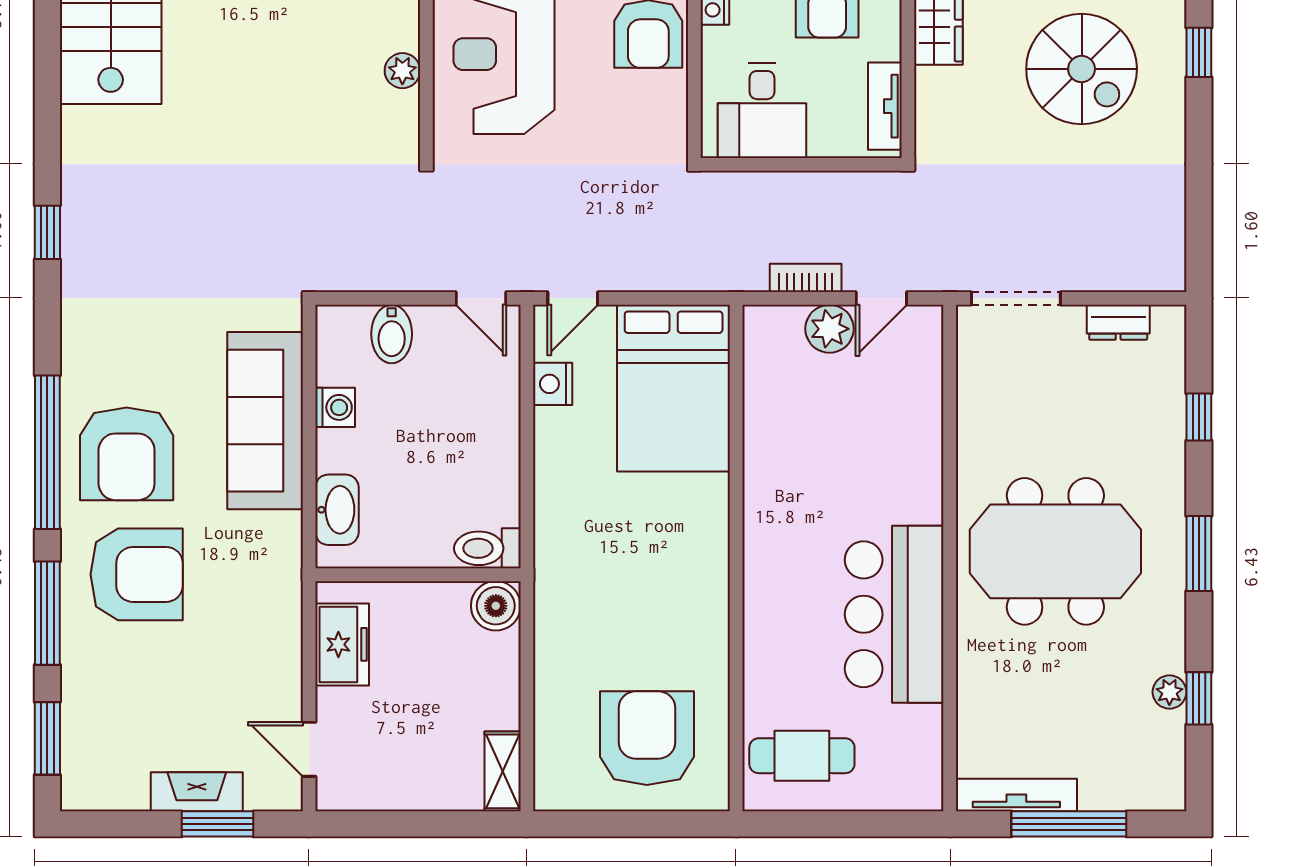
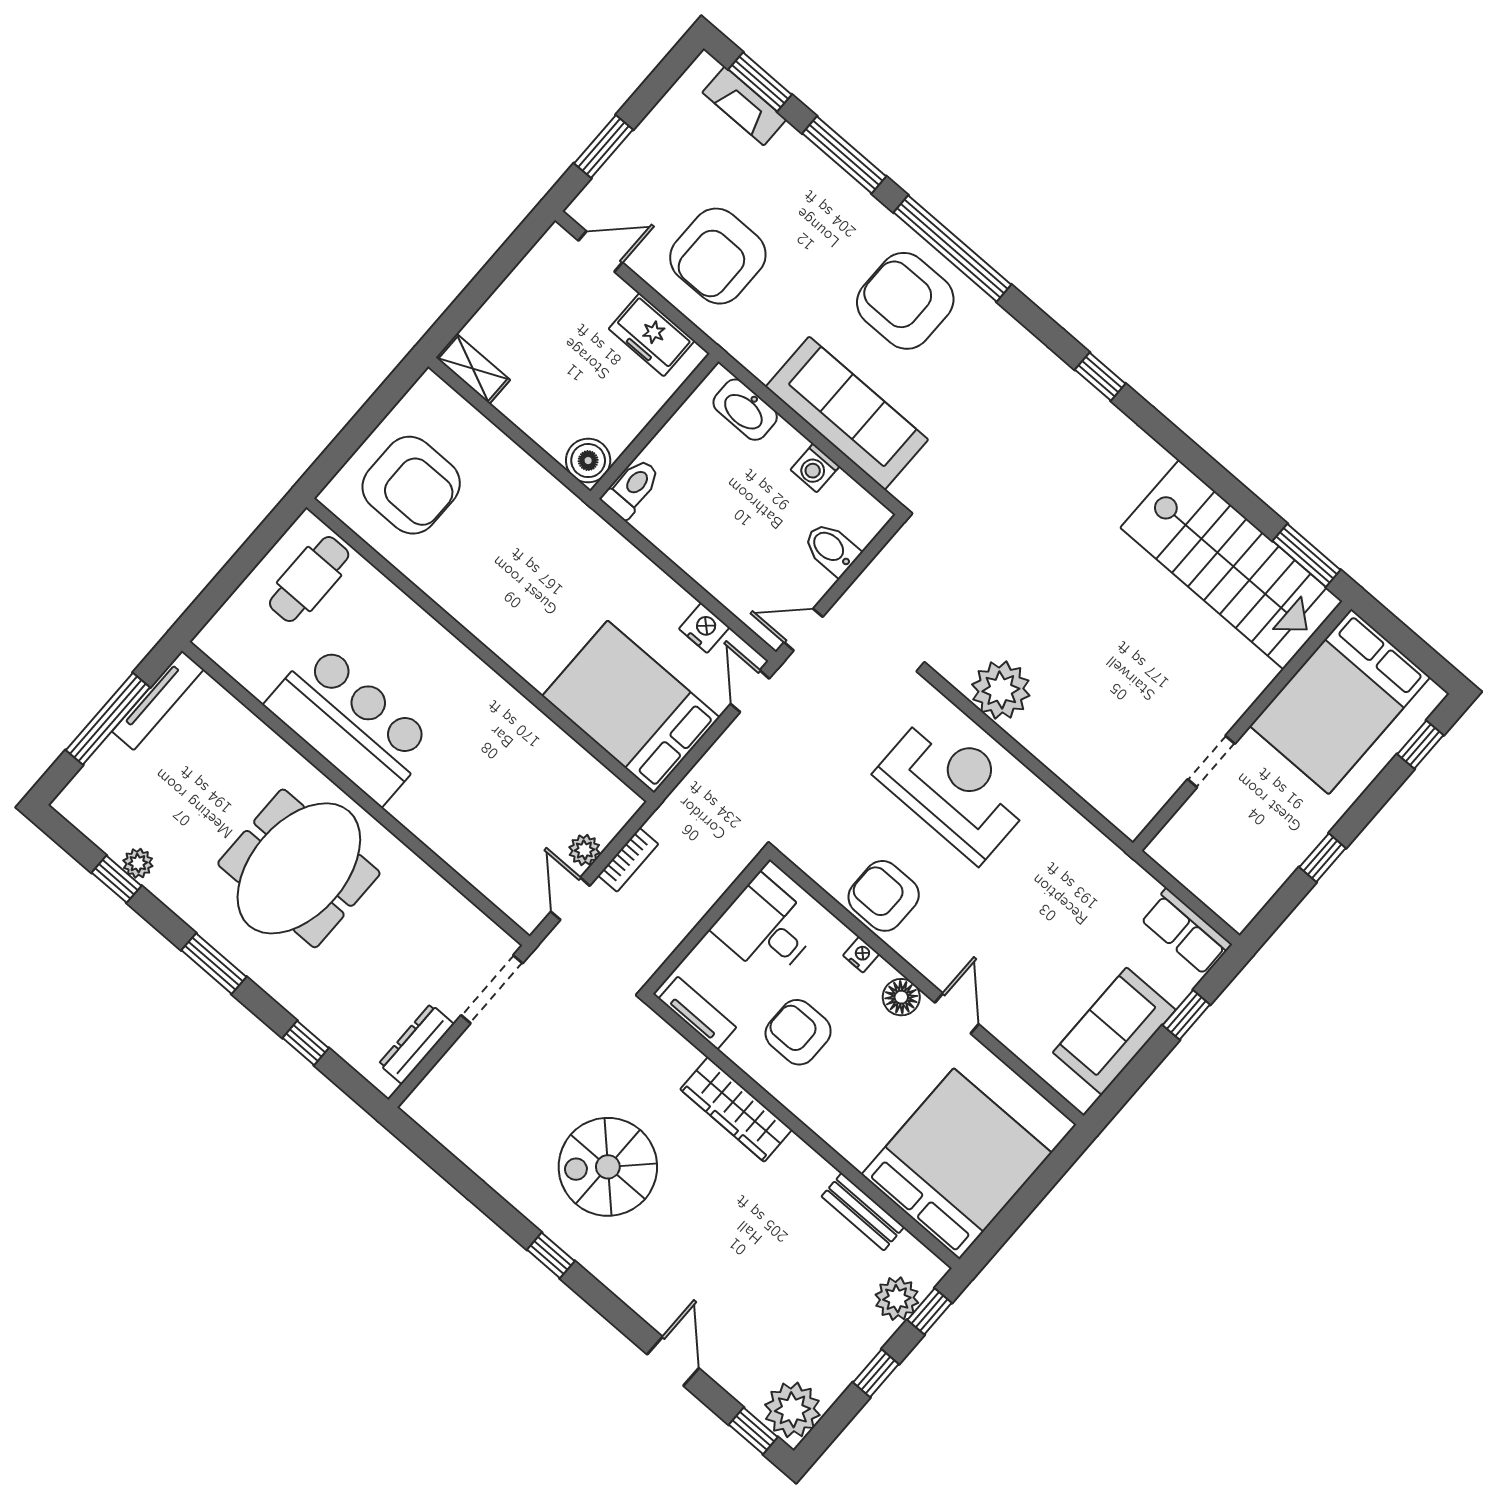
plant: (402, 71) -> (1001, 690), width x1.88, depth x1.88
dresser: (1118, 322) -> (416, 1044), width x1.44
plant: (830, 329) -> (584, 850), width x0.73, depth x0.73
armchair: (137, 574) -> (718, 256), moved
fireplace: (197, 792) -> (744, 106), moved, turned 90

